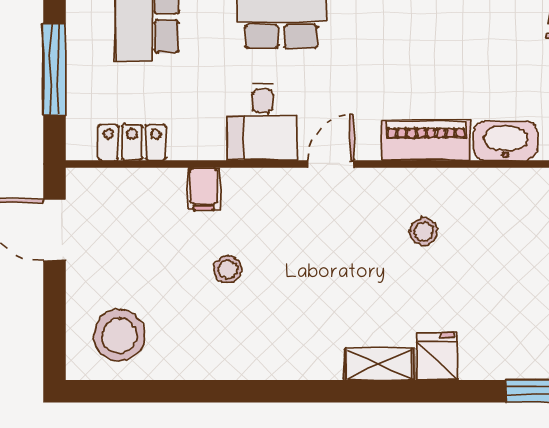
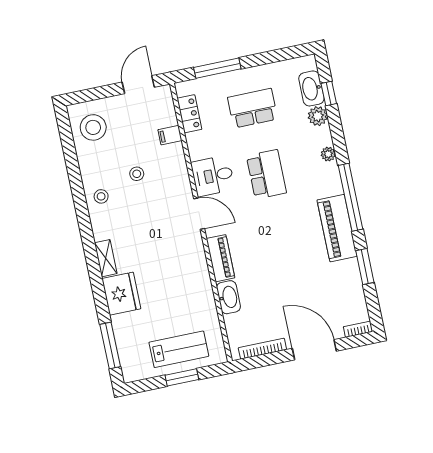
door: (331, 164) -> (199, 214), width x1.38
filing cabinet: (204, 189) -> (170, 135), moved
stool: (424, 232) -> (101, 196), moved
fridge: (437, 356) -> (121, 294), width x1.88, depth x1.34

